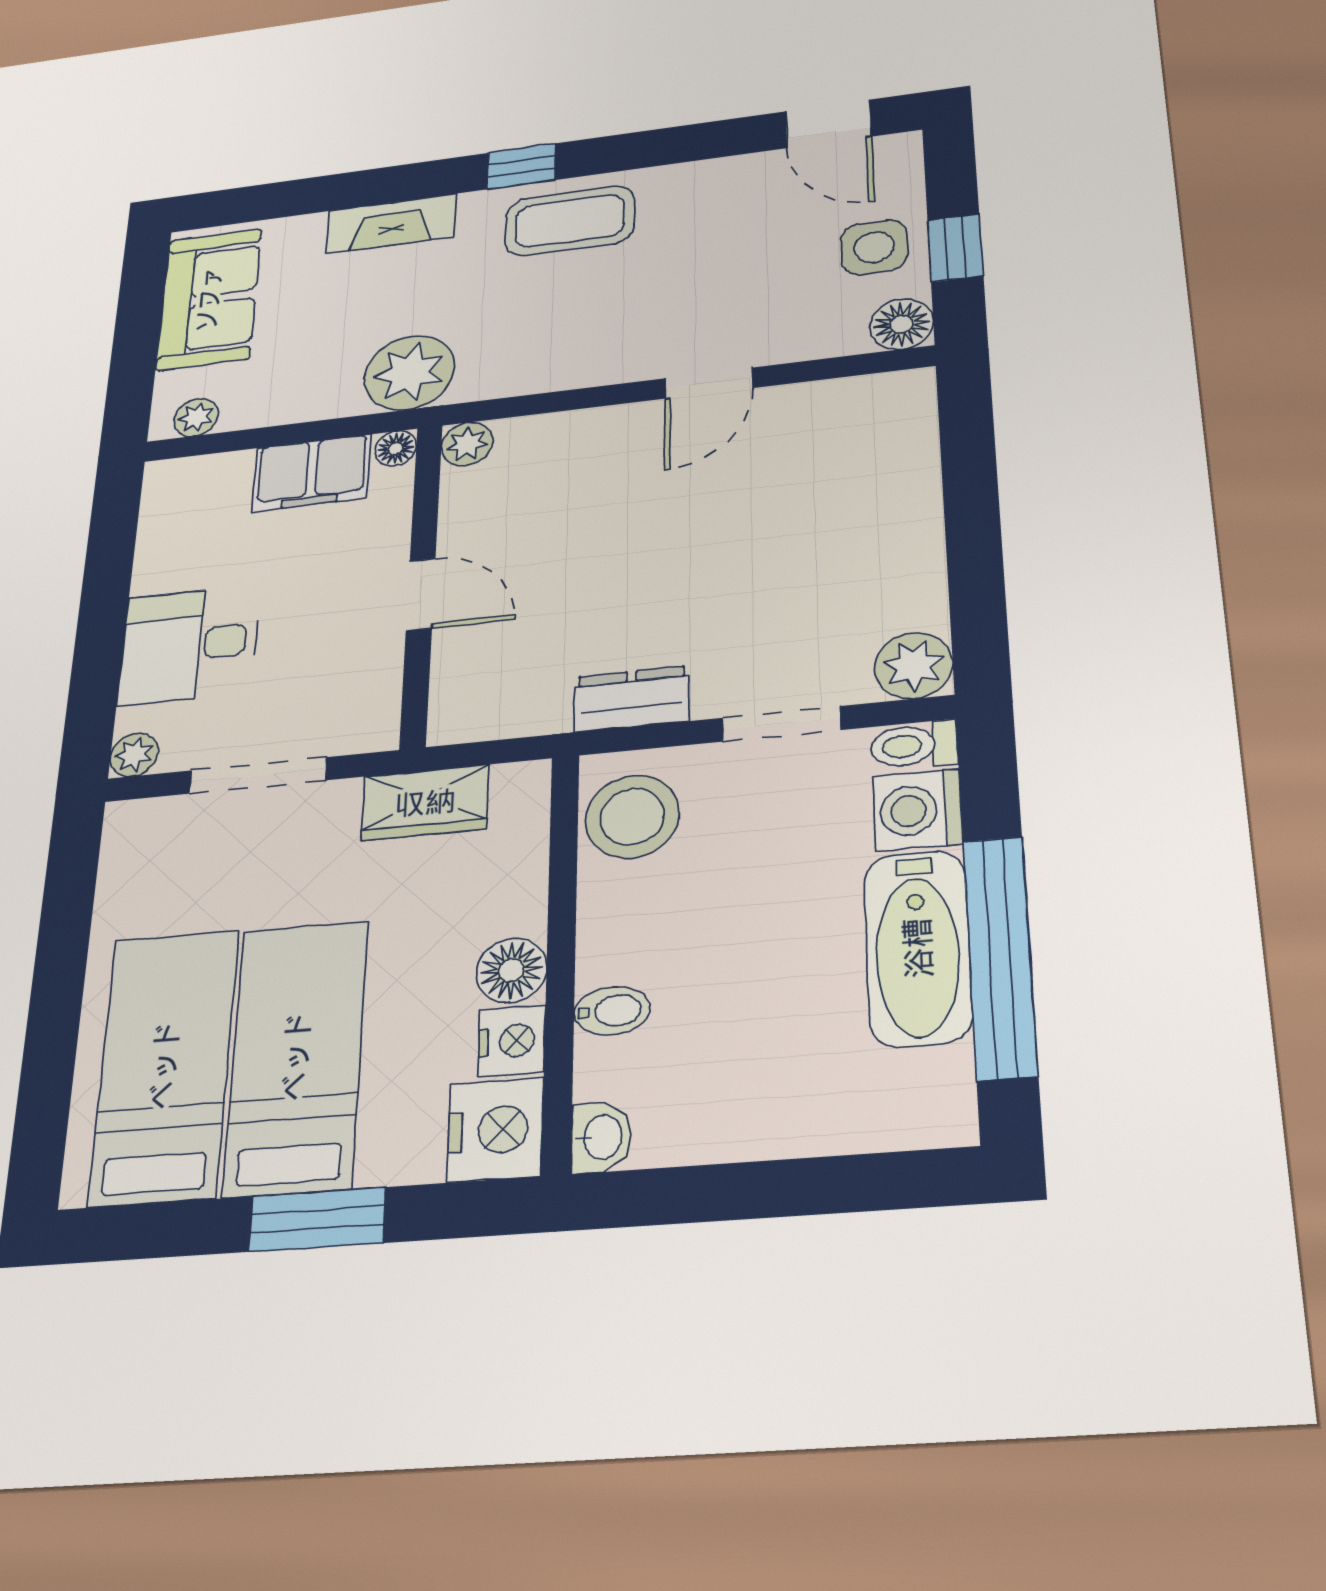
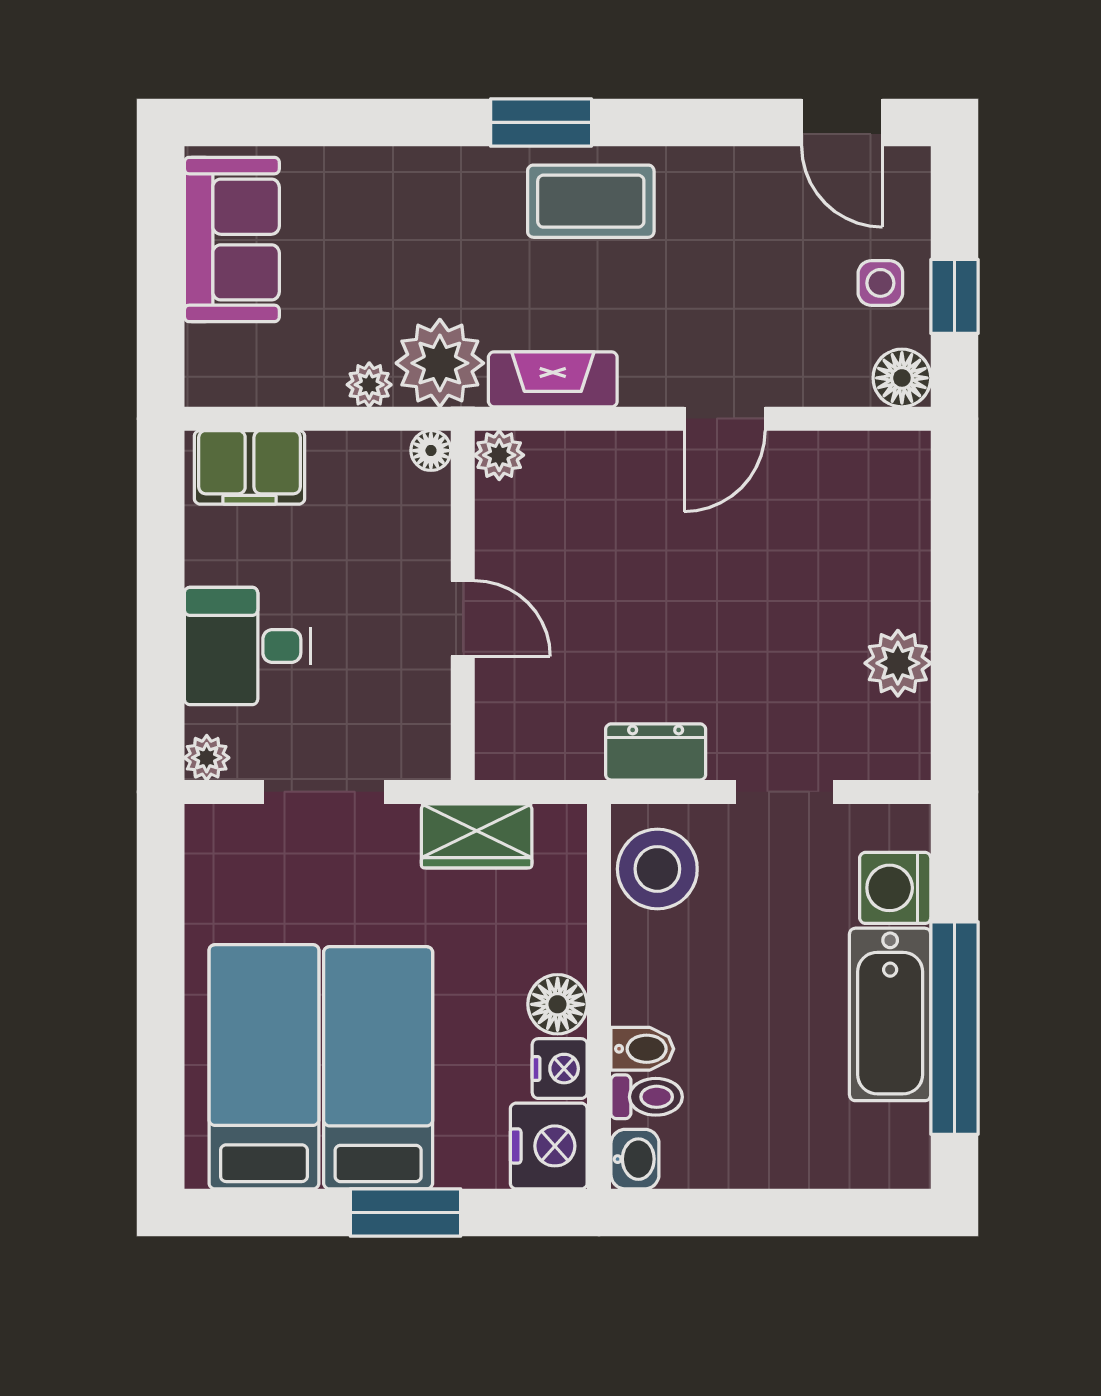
window: (521, 166) -> (541, 122), width x1.50
fireplace: (391, 224) -> (553, 379), moved, turned 180
side table: (874, 247) -> (880, 283), width x0.73, depth x0.73
plant: (196, 417) -> (369, 385), moved
filing cabinet: (312, 473) -> (250, 467), moved
plant: (913, 666) -> (898, 663), moved
toilet: (914, 745) -> (647, 1097), moved, turned 180

